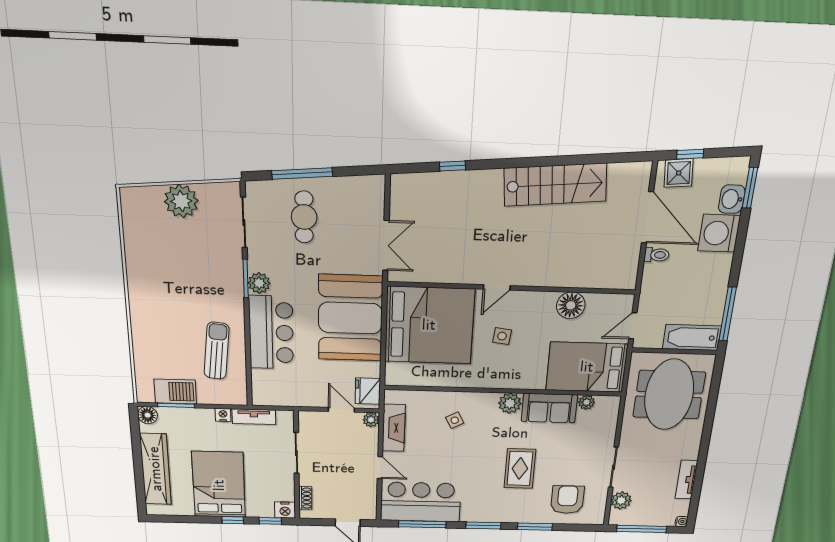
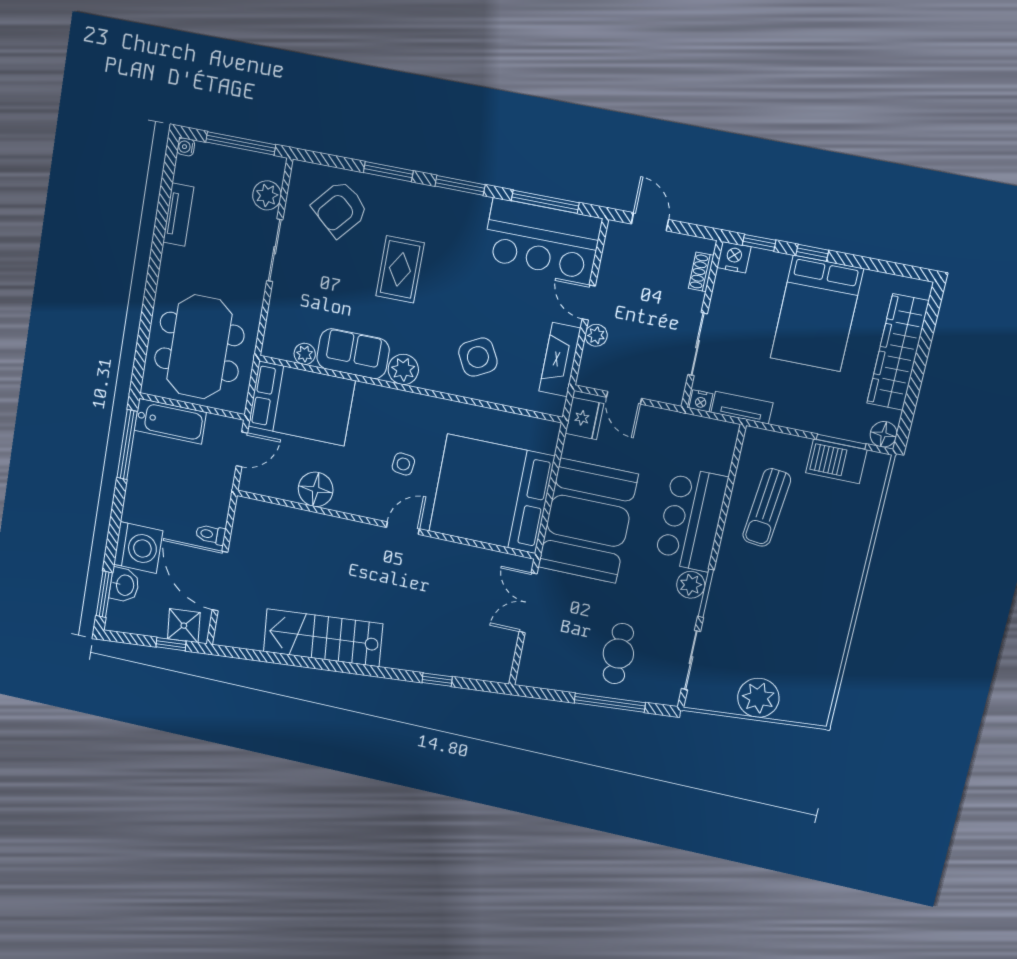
nightstand: (223, 415) -> (701, 401), moved
plant: (371, 420) -> (596, 335), moved
side table: (455, 420) -> (478, 357), width x1.87, depth x1.87
armchair: (567, 500) -> (340, 209), turned 41

